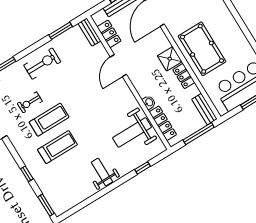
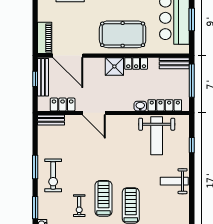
window: (61, 31) -> (35, 167), moved
exercise bike: (42, 64) -> (53, 175), turned 180

